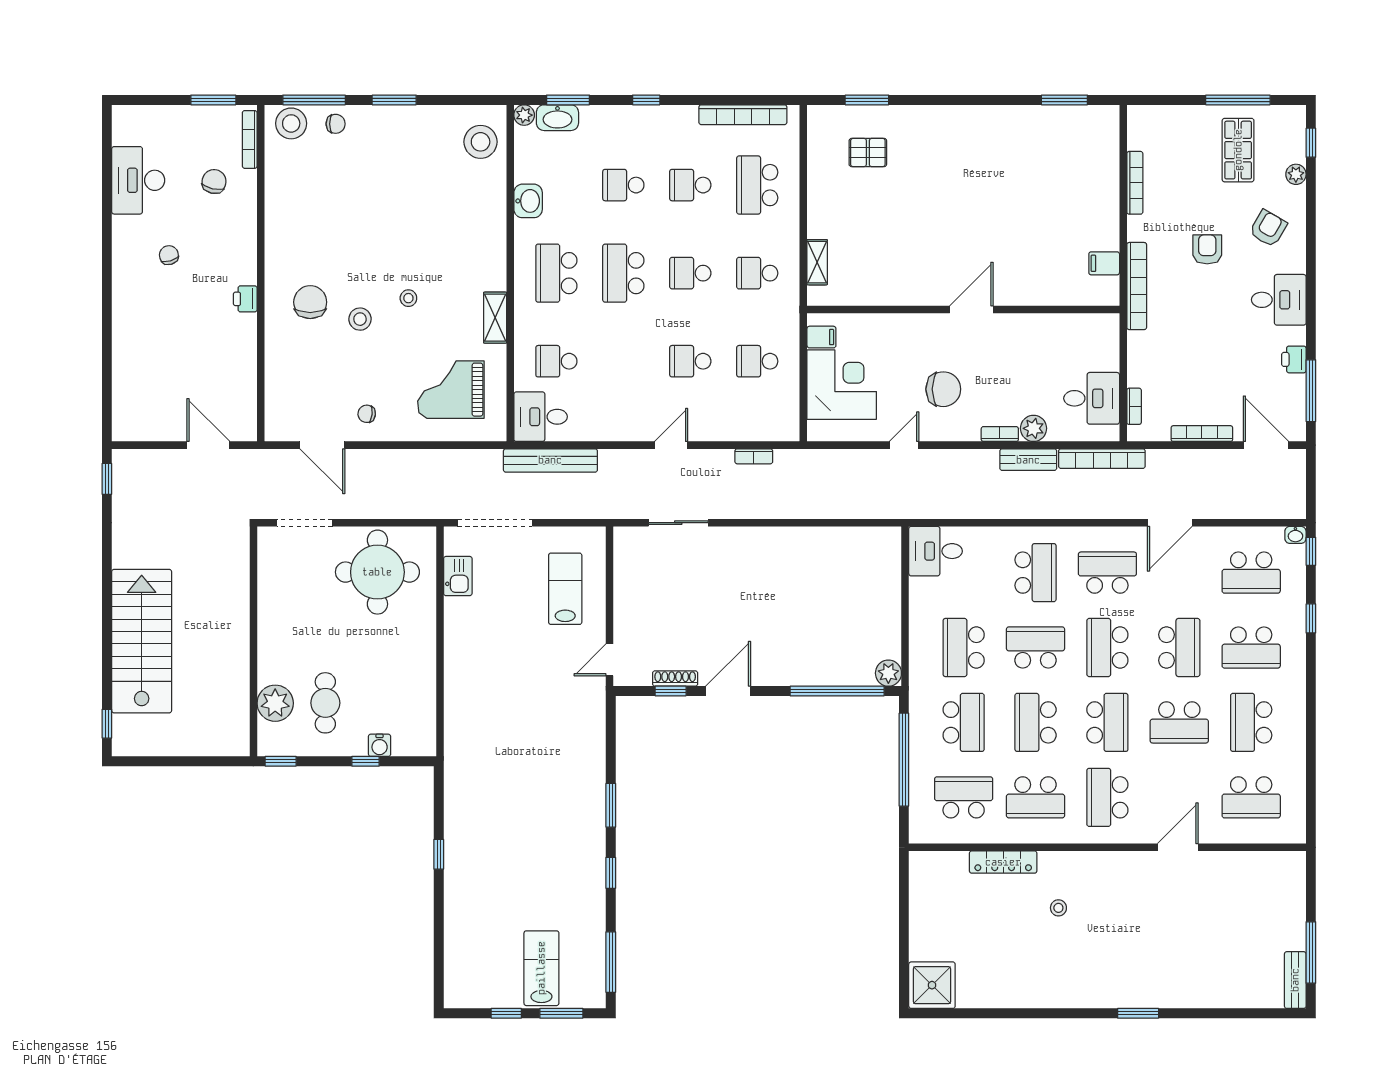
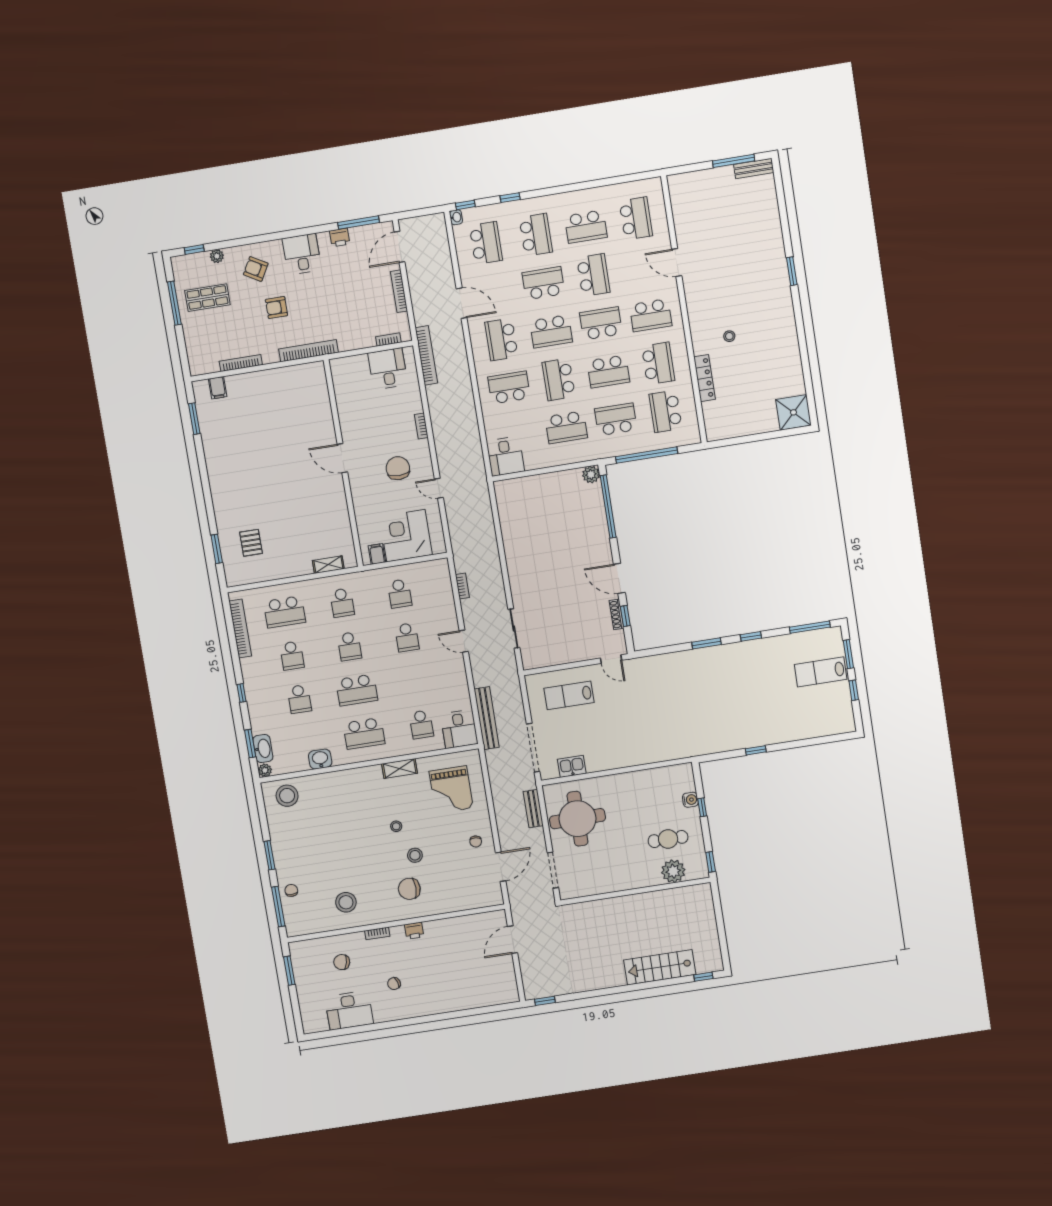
stool: (291, 123) -> (346, 902), moved
bookcase: (250, 139) -> (377, 933), moved, width x0.64
filing cabinet: (1104, 263) -> (218, 388), moved
plant: (1034, 428) -> (414, 404), removed
bench: (1028, 460) -> (533, 809), moved
stairs: (142, 641) -> (660, 967), width x0.73, depth x0.66

